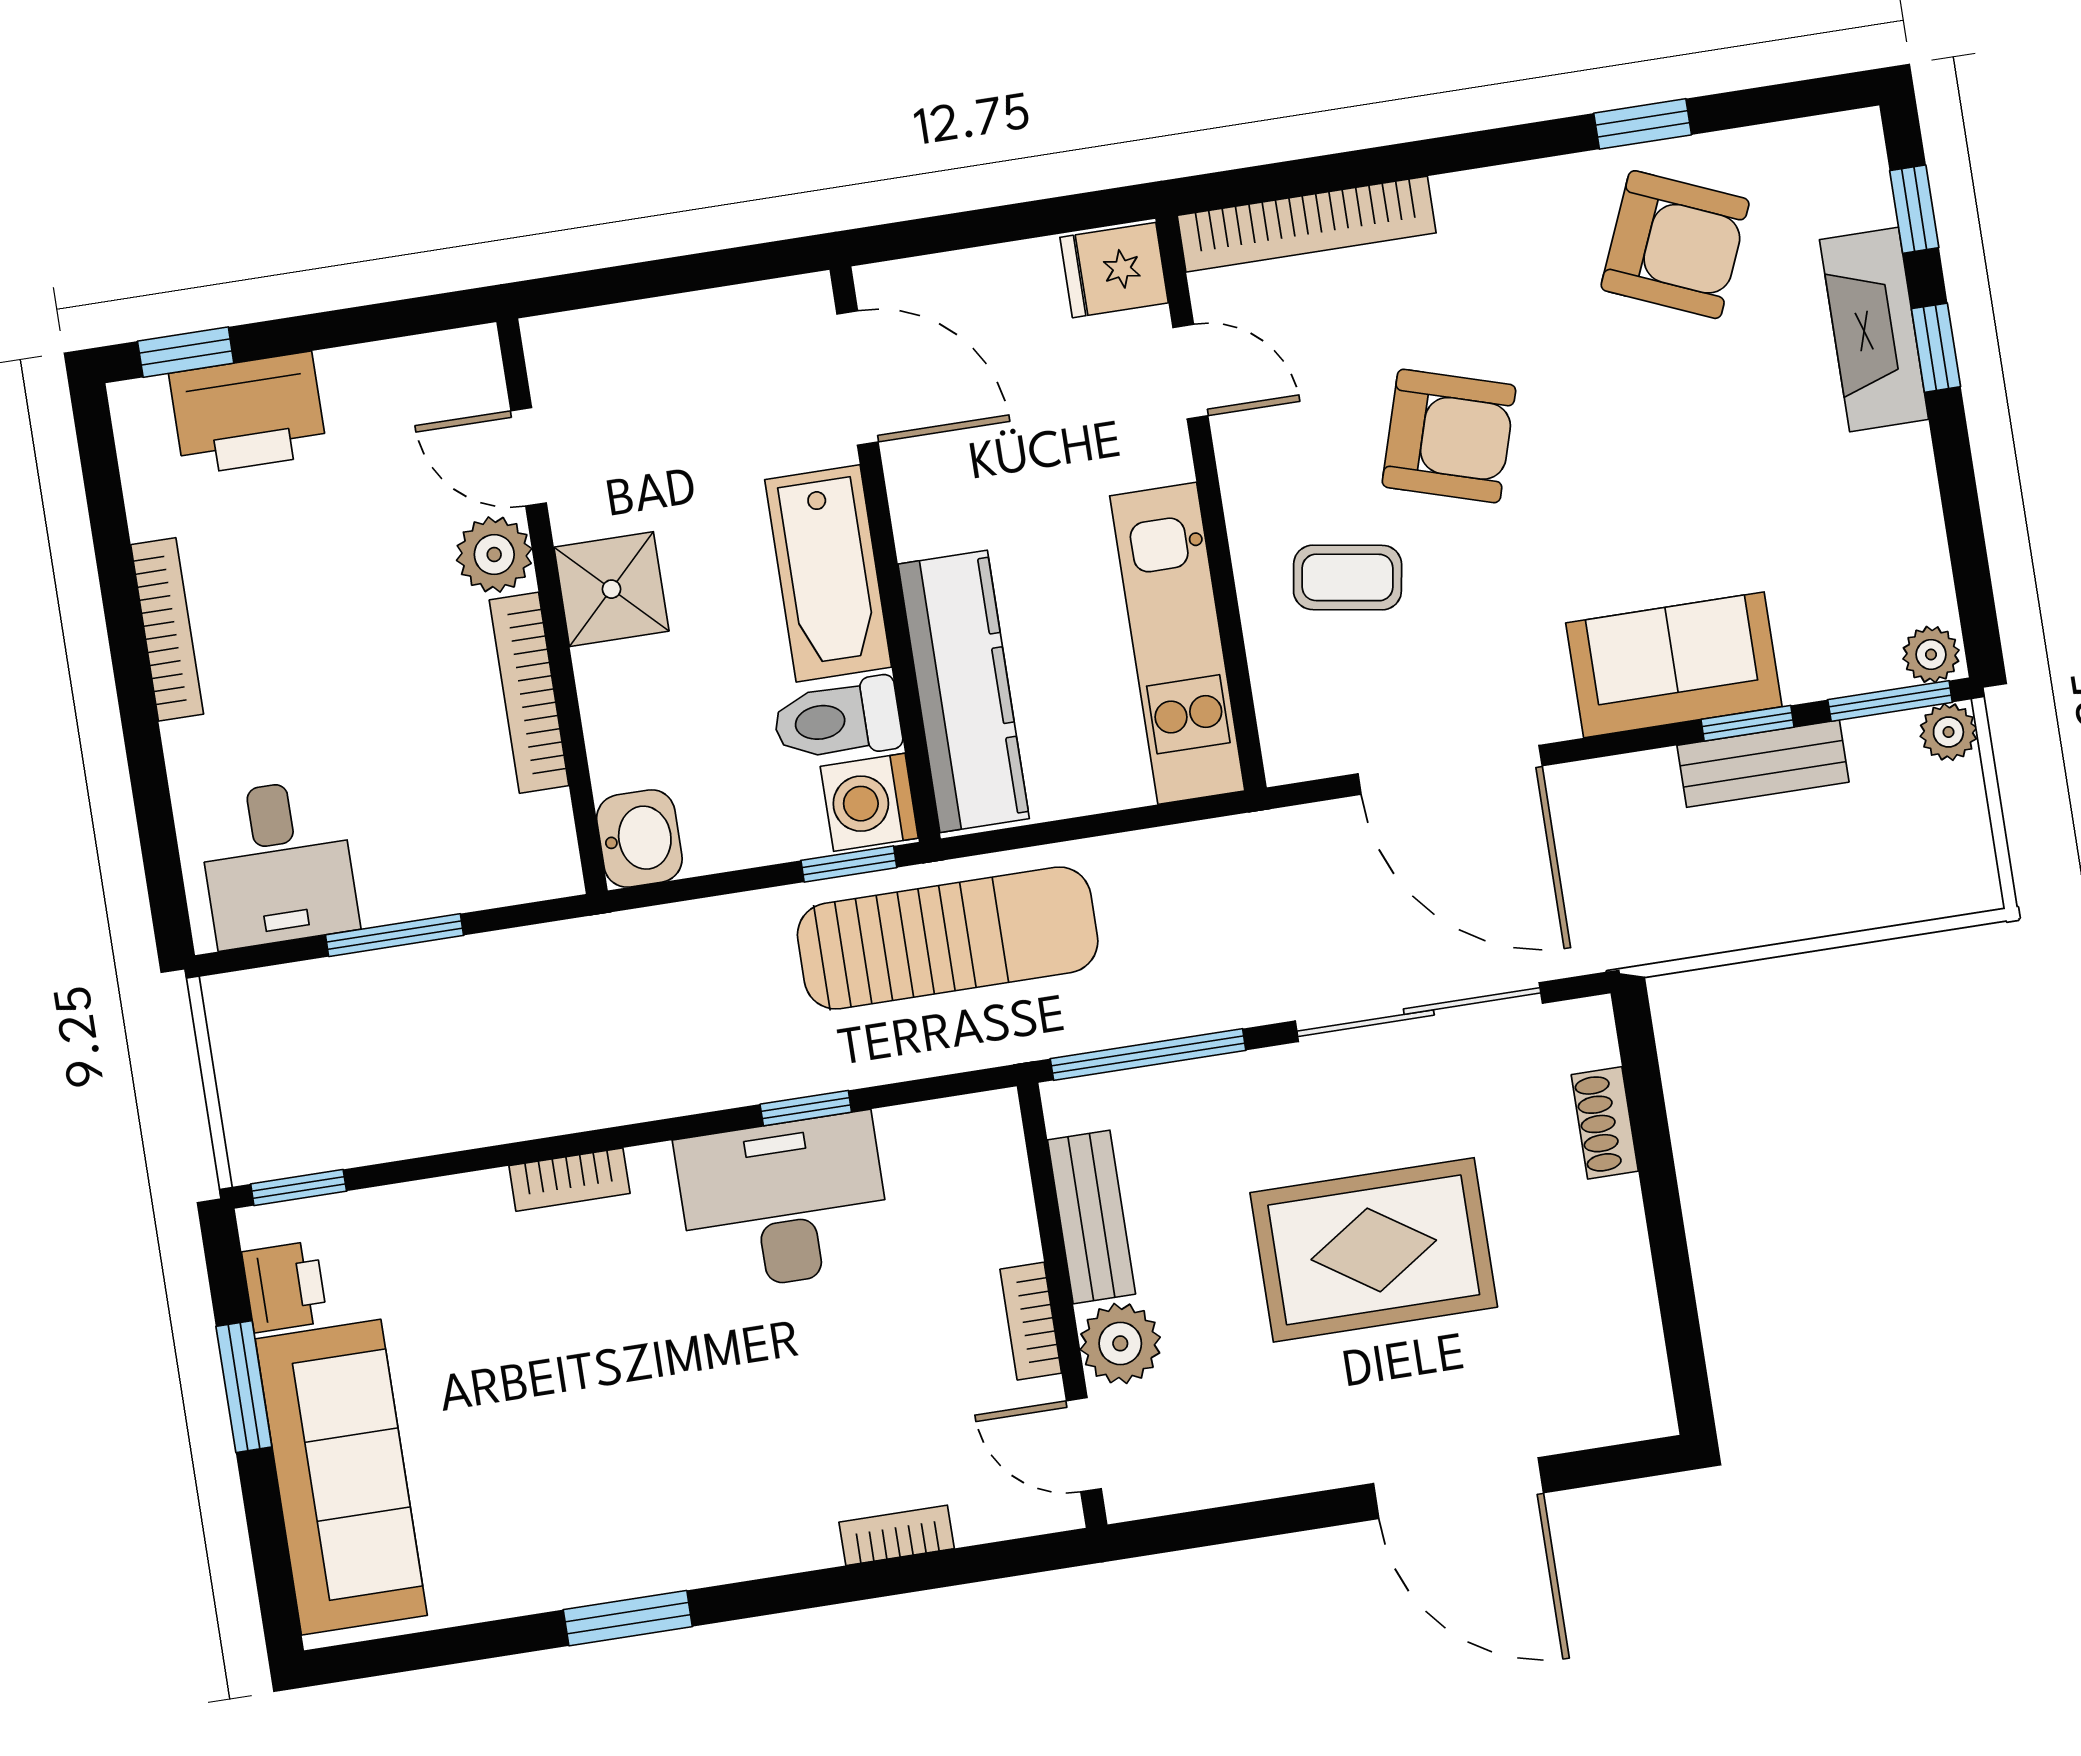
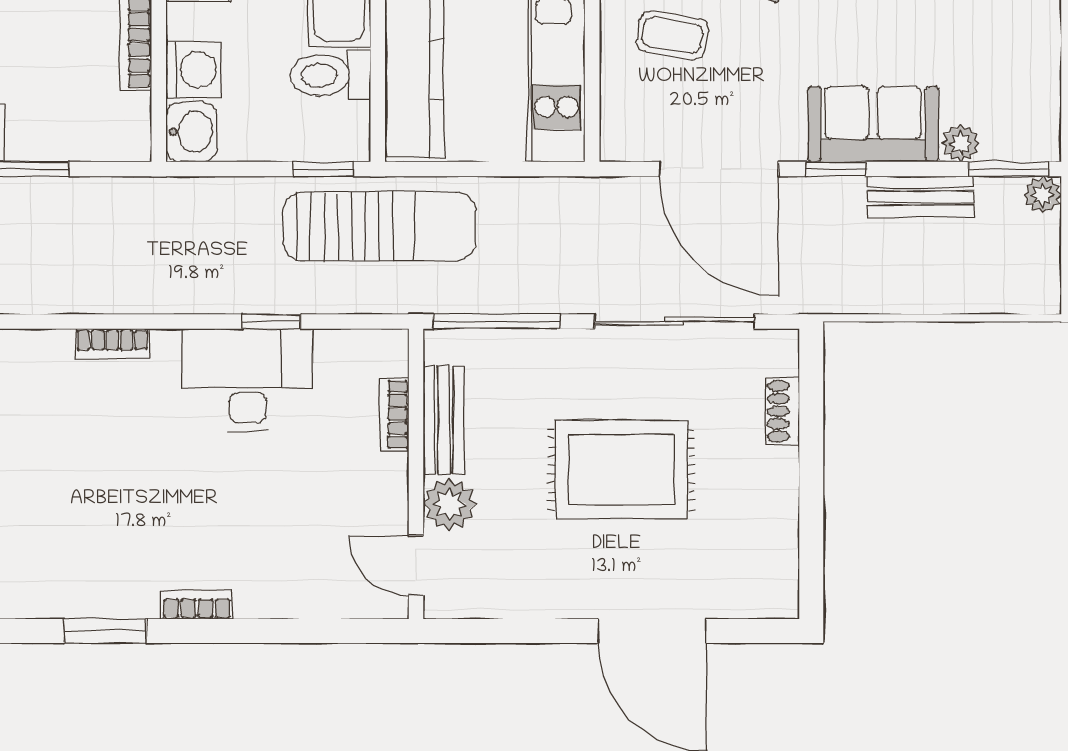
plant: (1931, 655) -> (961, 143), moved
window: (1748, 723) -> (836, 169), moved
washing machine: (869, 802) -> (194, 70), moved, turned 180
bookcase: (1031, 1321) -> (394, 414), moved
bookcase: (897, 1535) -> (197, 605), moved

